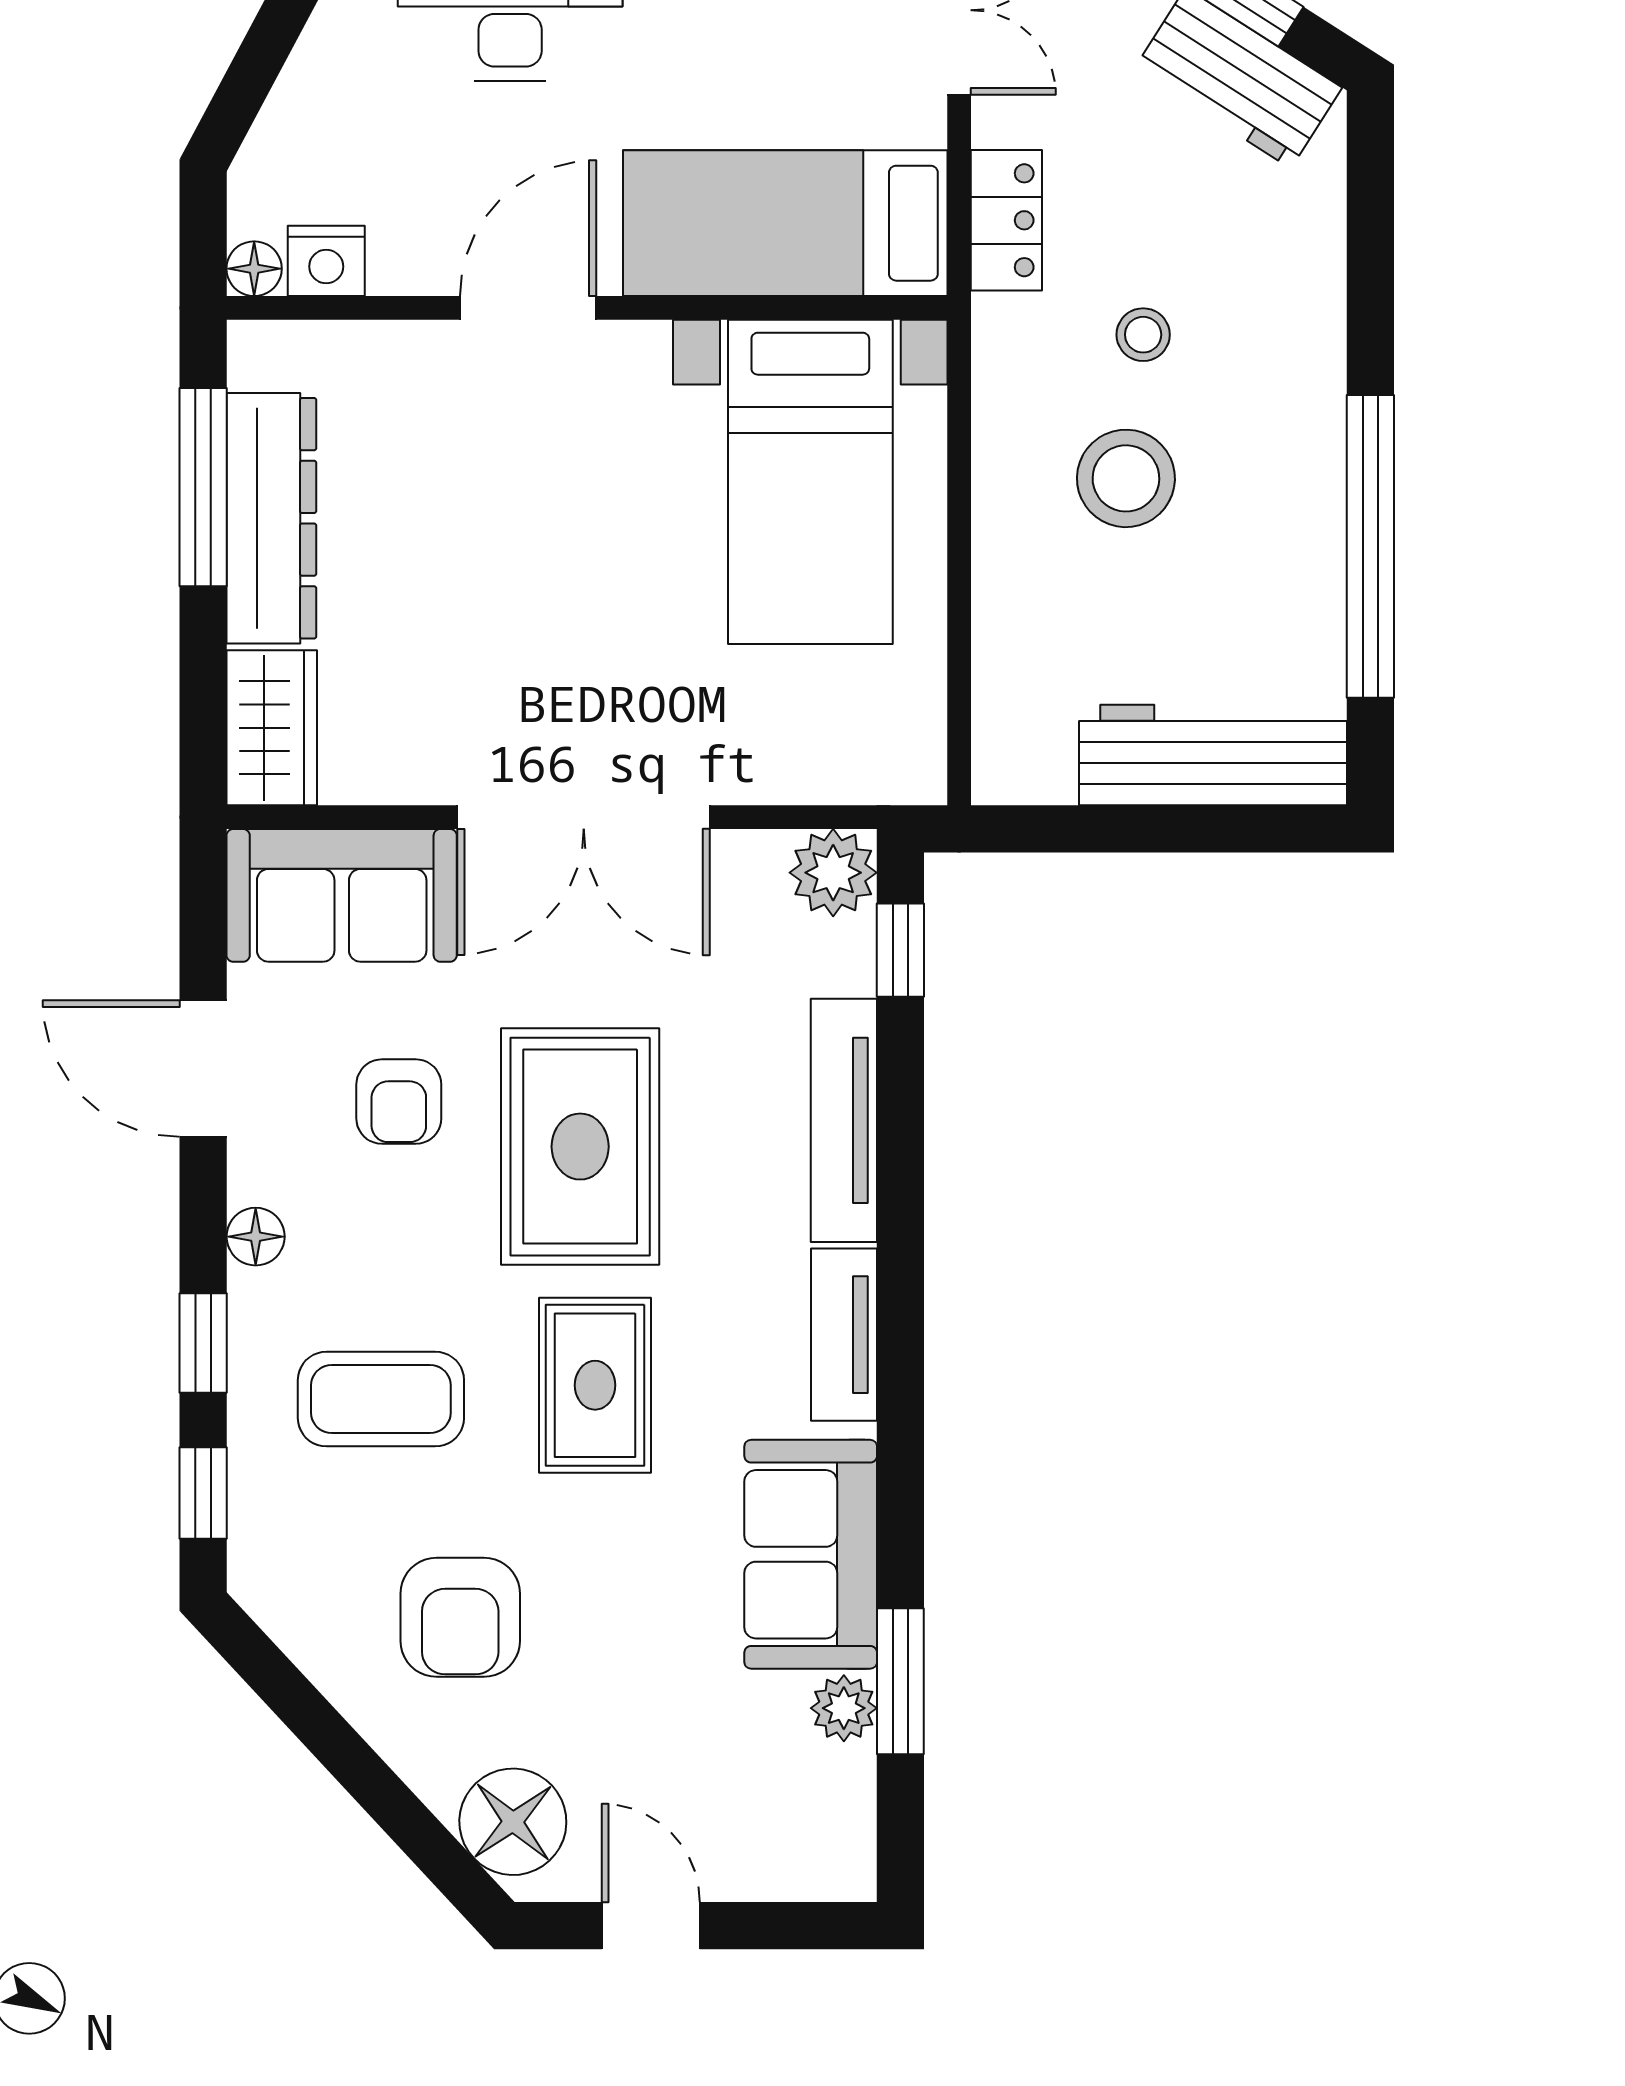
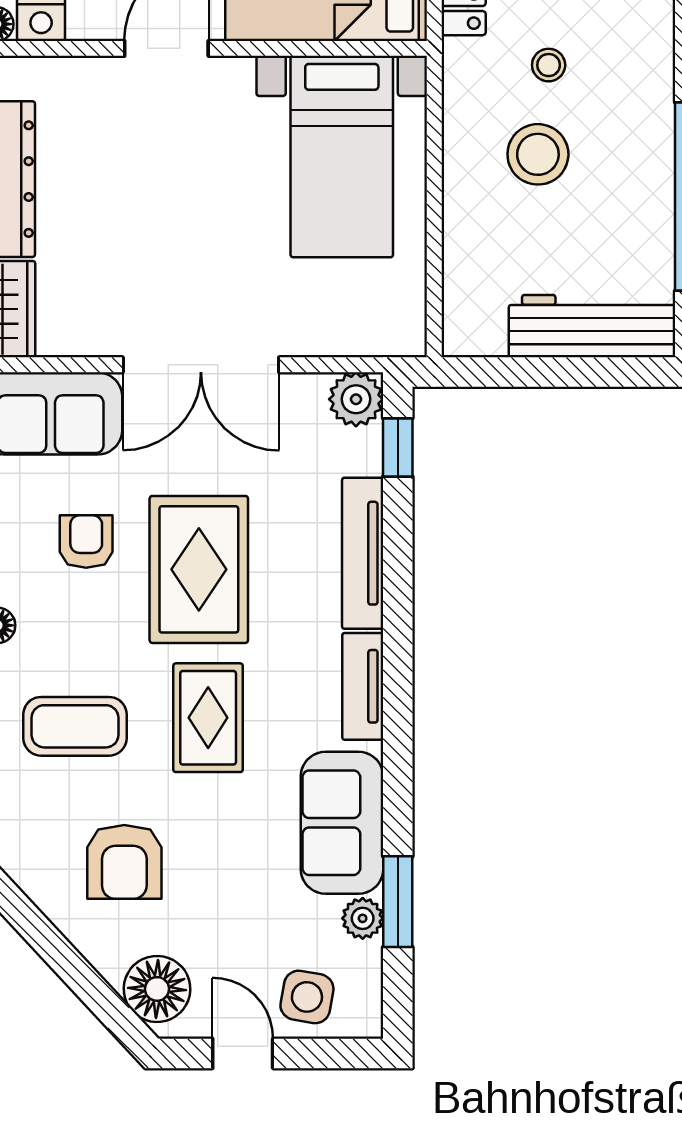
armchair: (399, 1102) -> (86, 541), turned 180
side table: (754, 1835) -> (307, 997), added

